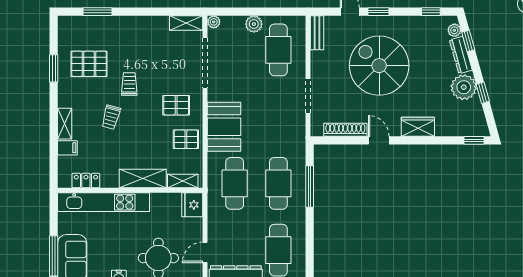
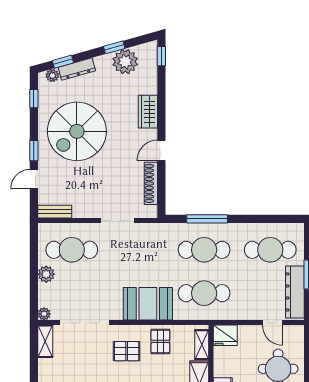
spiral stairs: (379, 66) -> (77, 131), moved
plant: (464, 87) -> (125, 62), moved
pallet: (176, 105) -> (127, 351), turned 90

